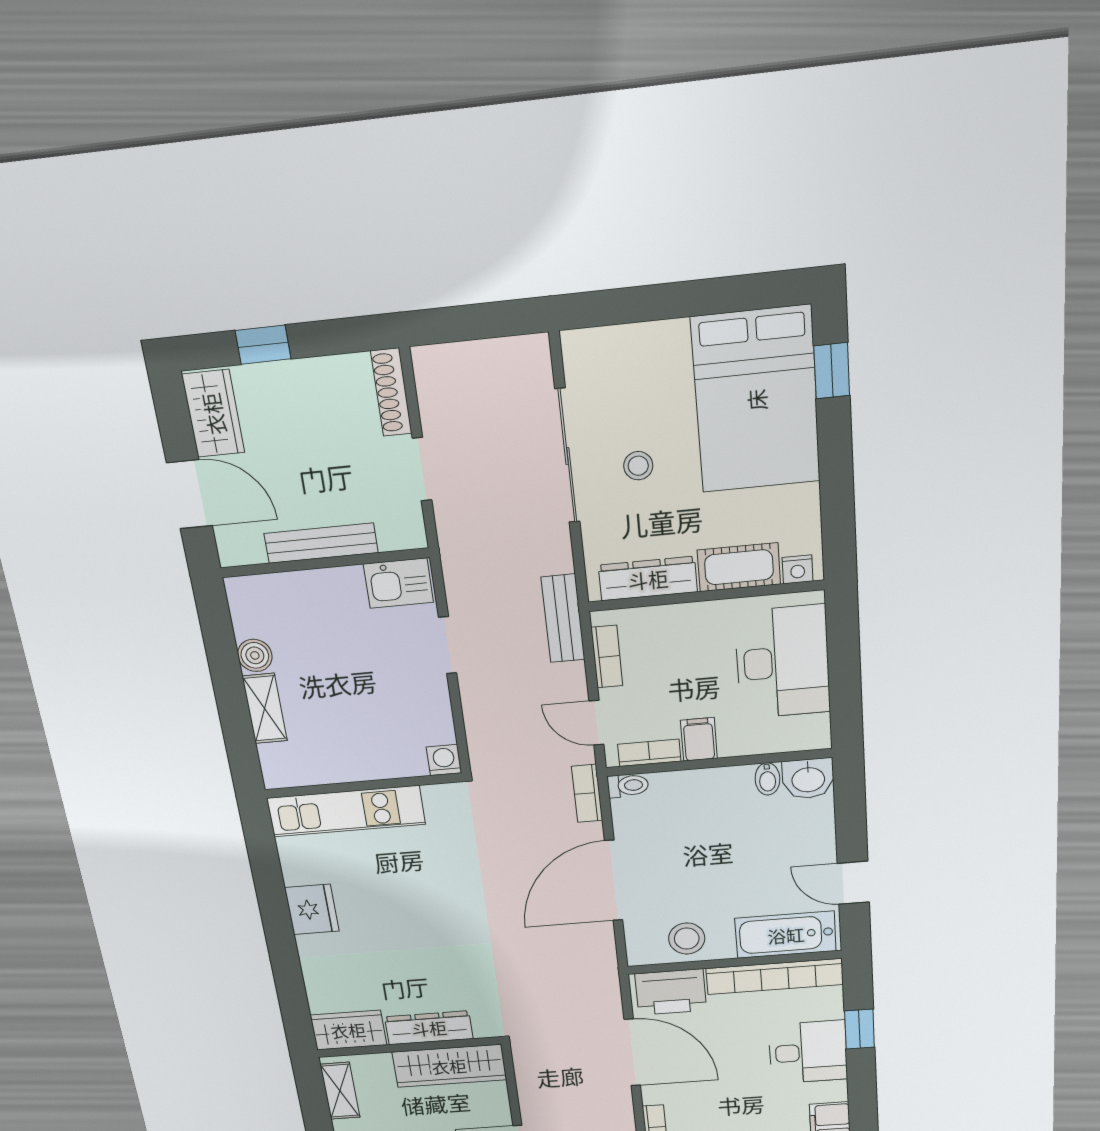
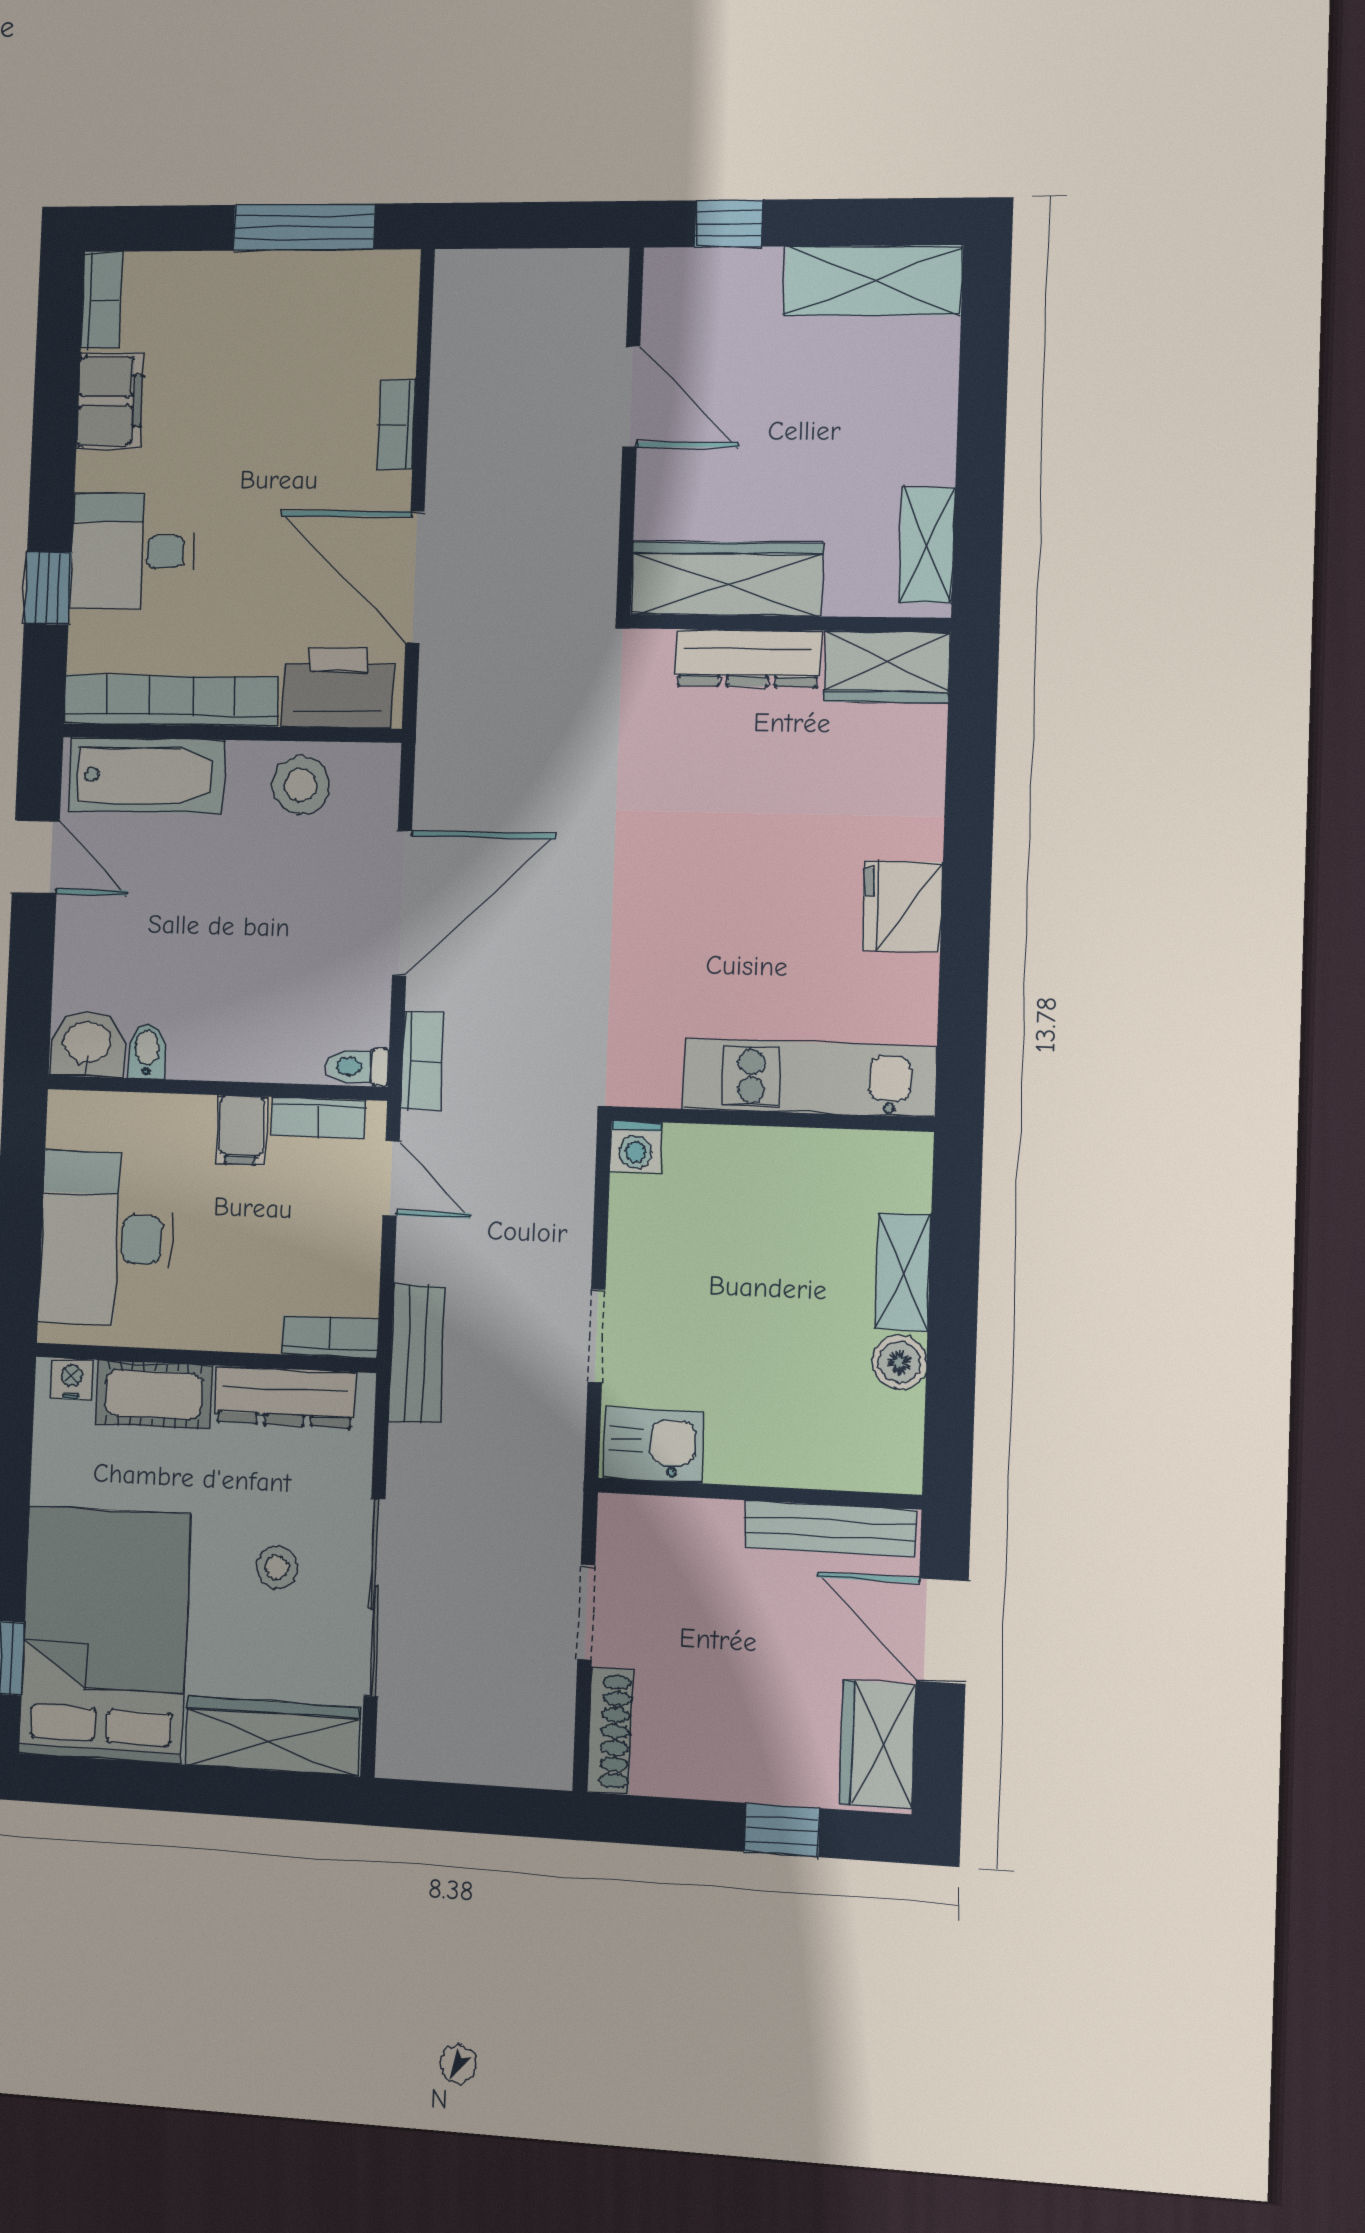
wardrobe: (626, 348) -> (272, 1736), added
bench: (321, 543) -> (830, 1529), moved
bookcase: (607, 657) -> (330, 1337), moved, turned 90

